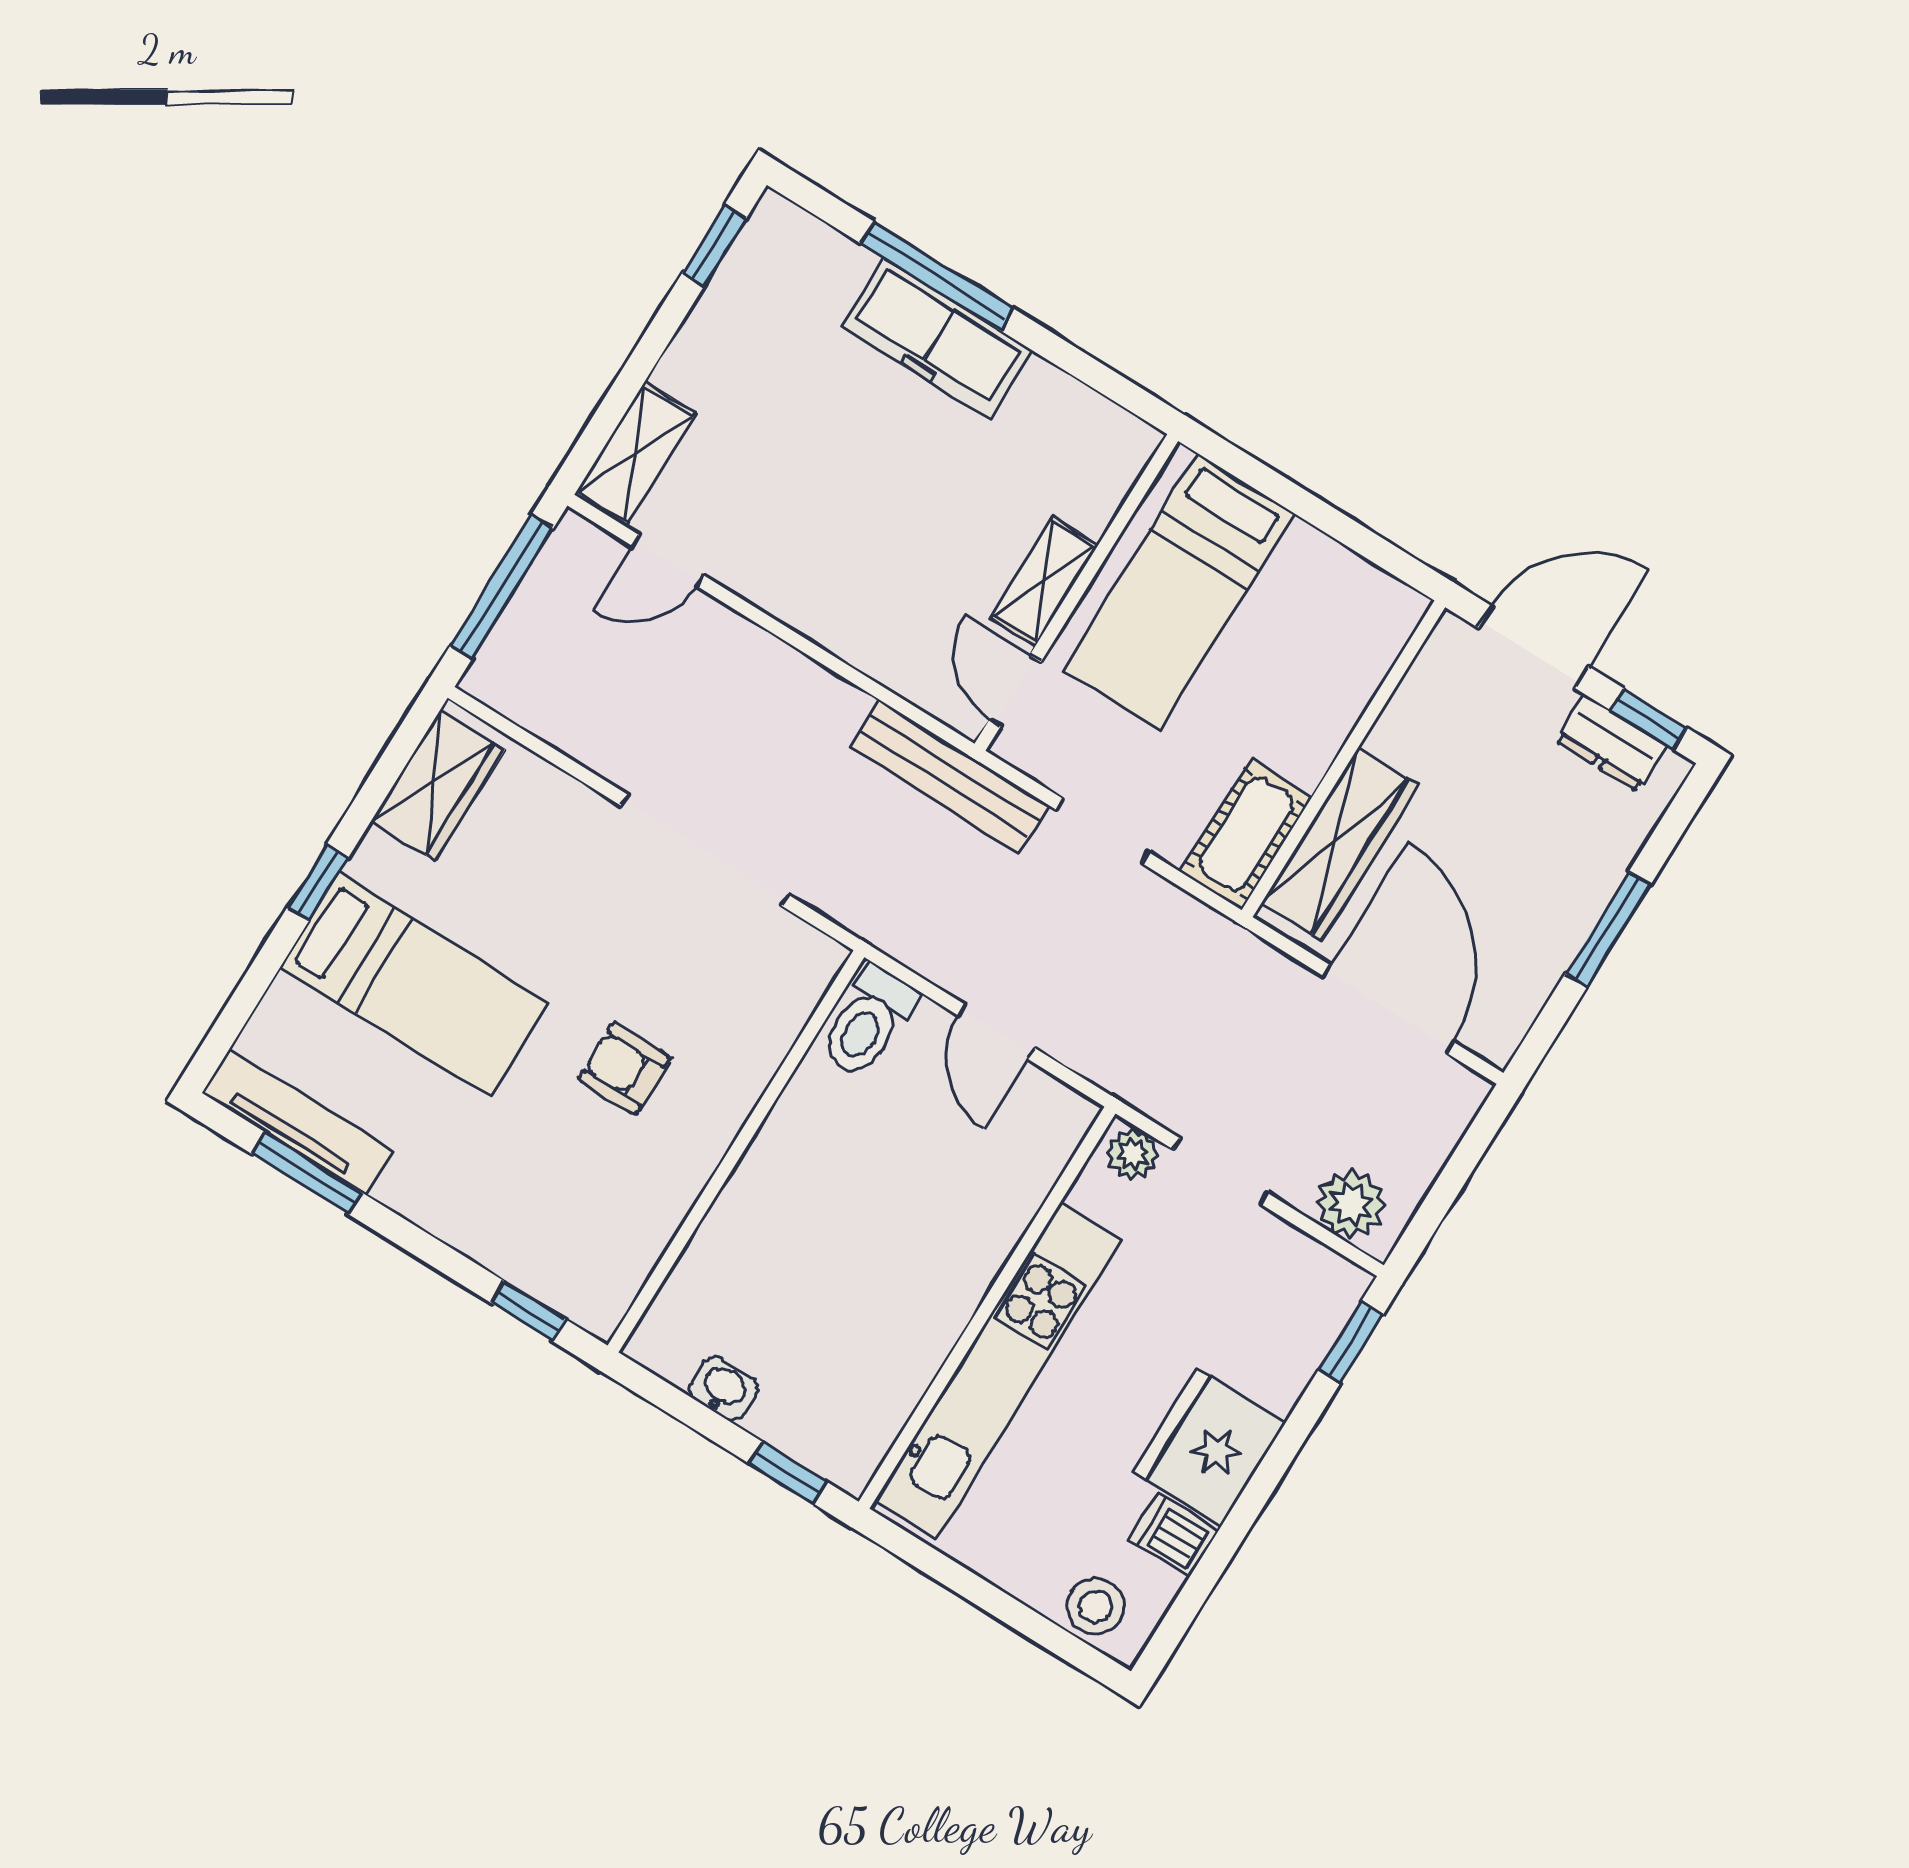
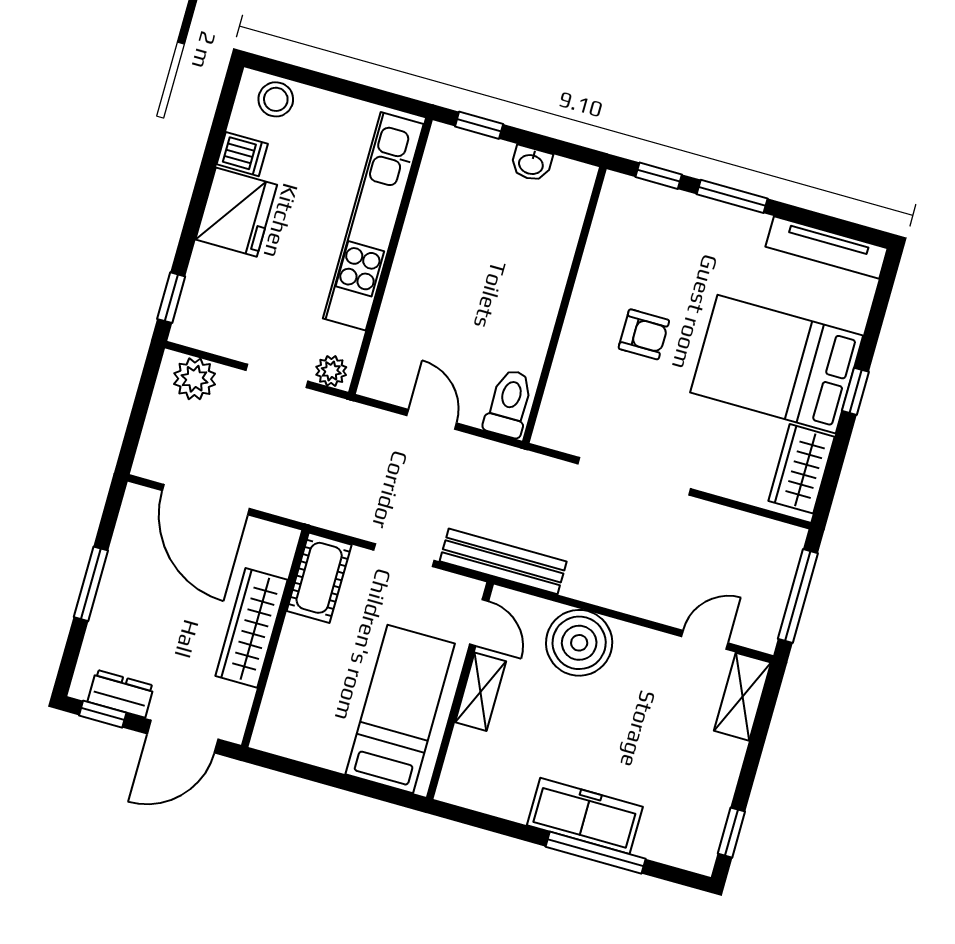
boiler: (867, 613) -> (579, 643), added
wardrobe: (1340, 844) -> (251, 628), moved
bed: (414, 985) -> (777, 364), width x1.50
window: (307, 1173) -> (732, 196), moved

